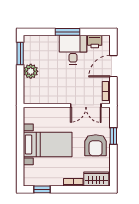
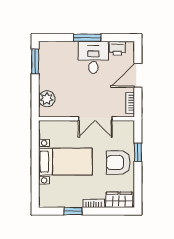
plant: (31, 71) -> (47, 99), moved
double door: (86, 106) -> (95, 119), moved
armchair: (96, 145) -> (118, 163), turned 90
window: (42, 189) -> (73, 211), moved

